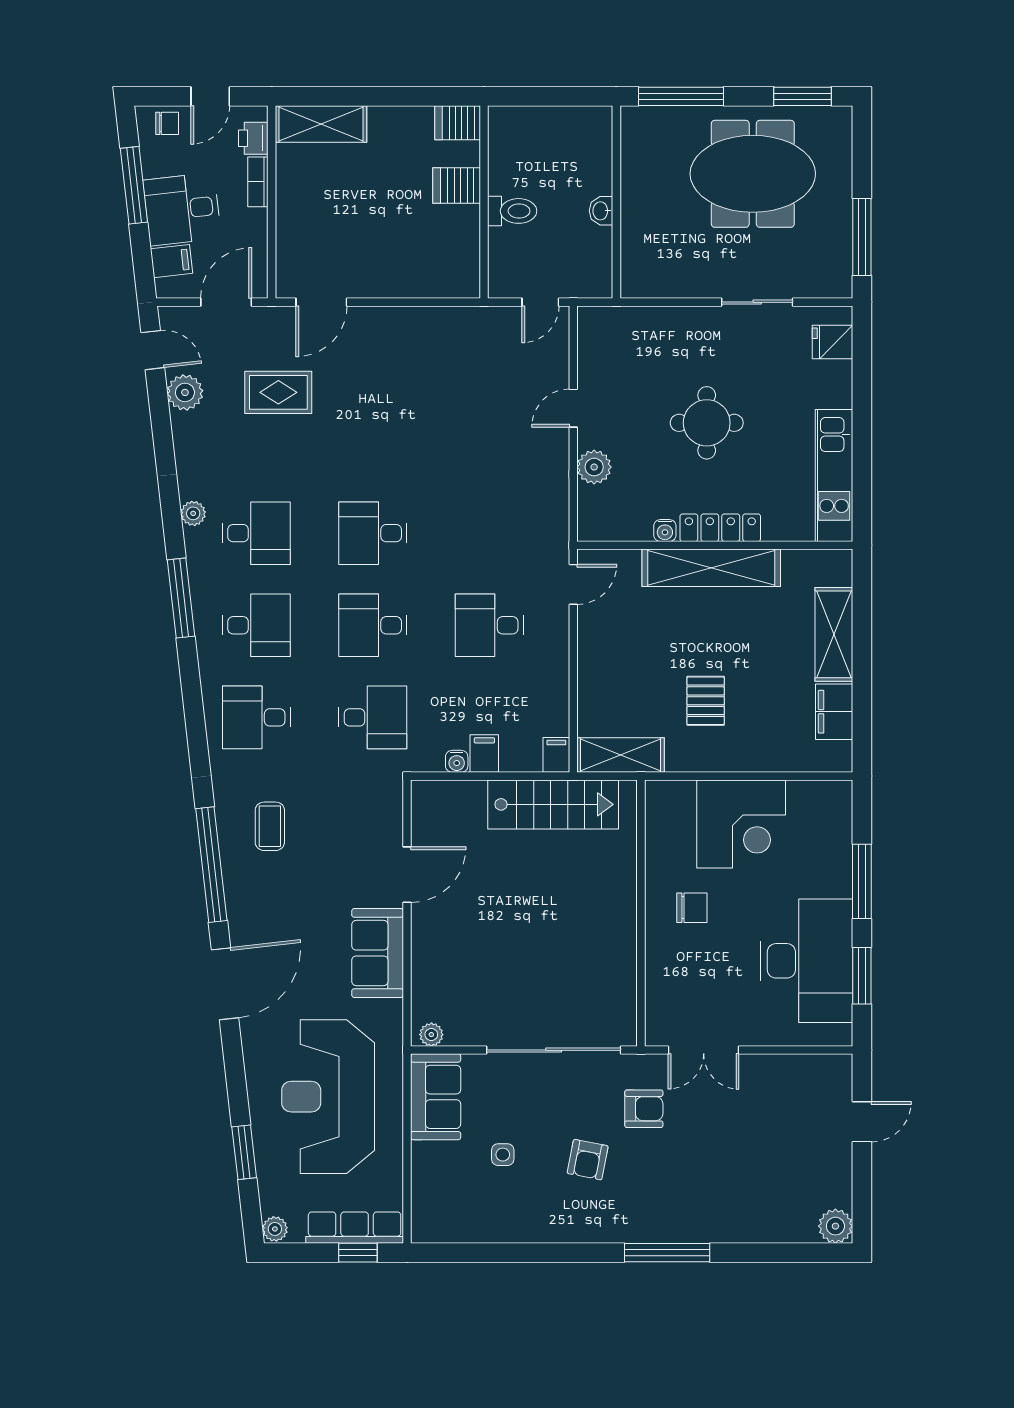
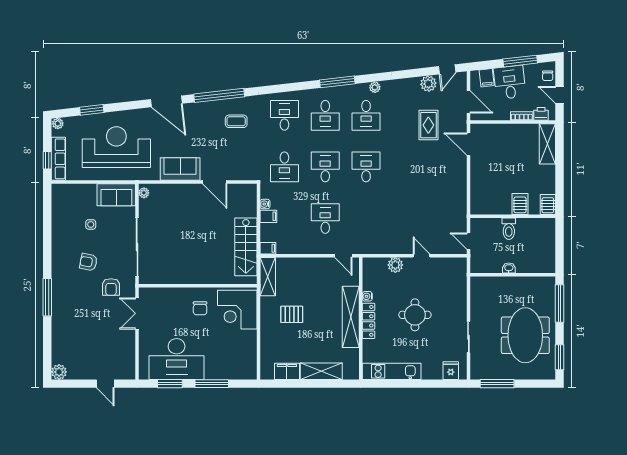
corner desk: (741, 824) -> (237, 310), moved

